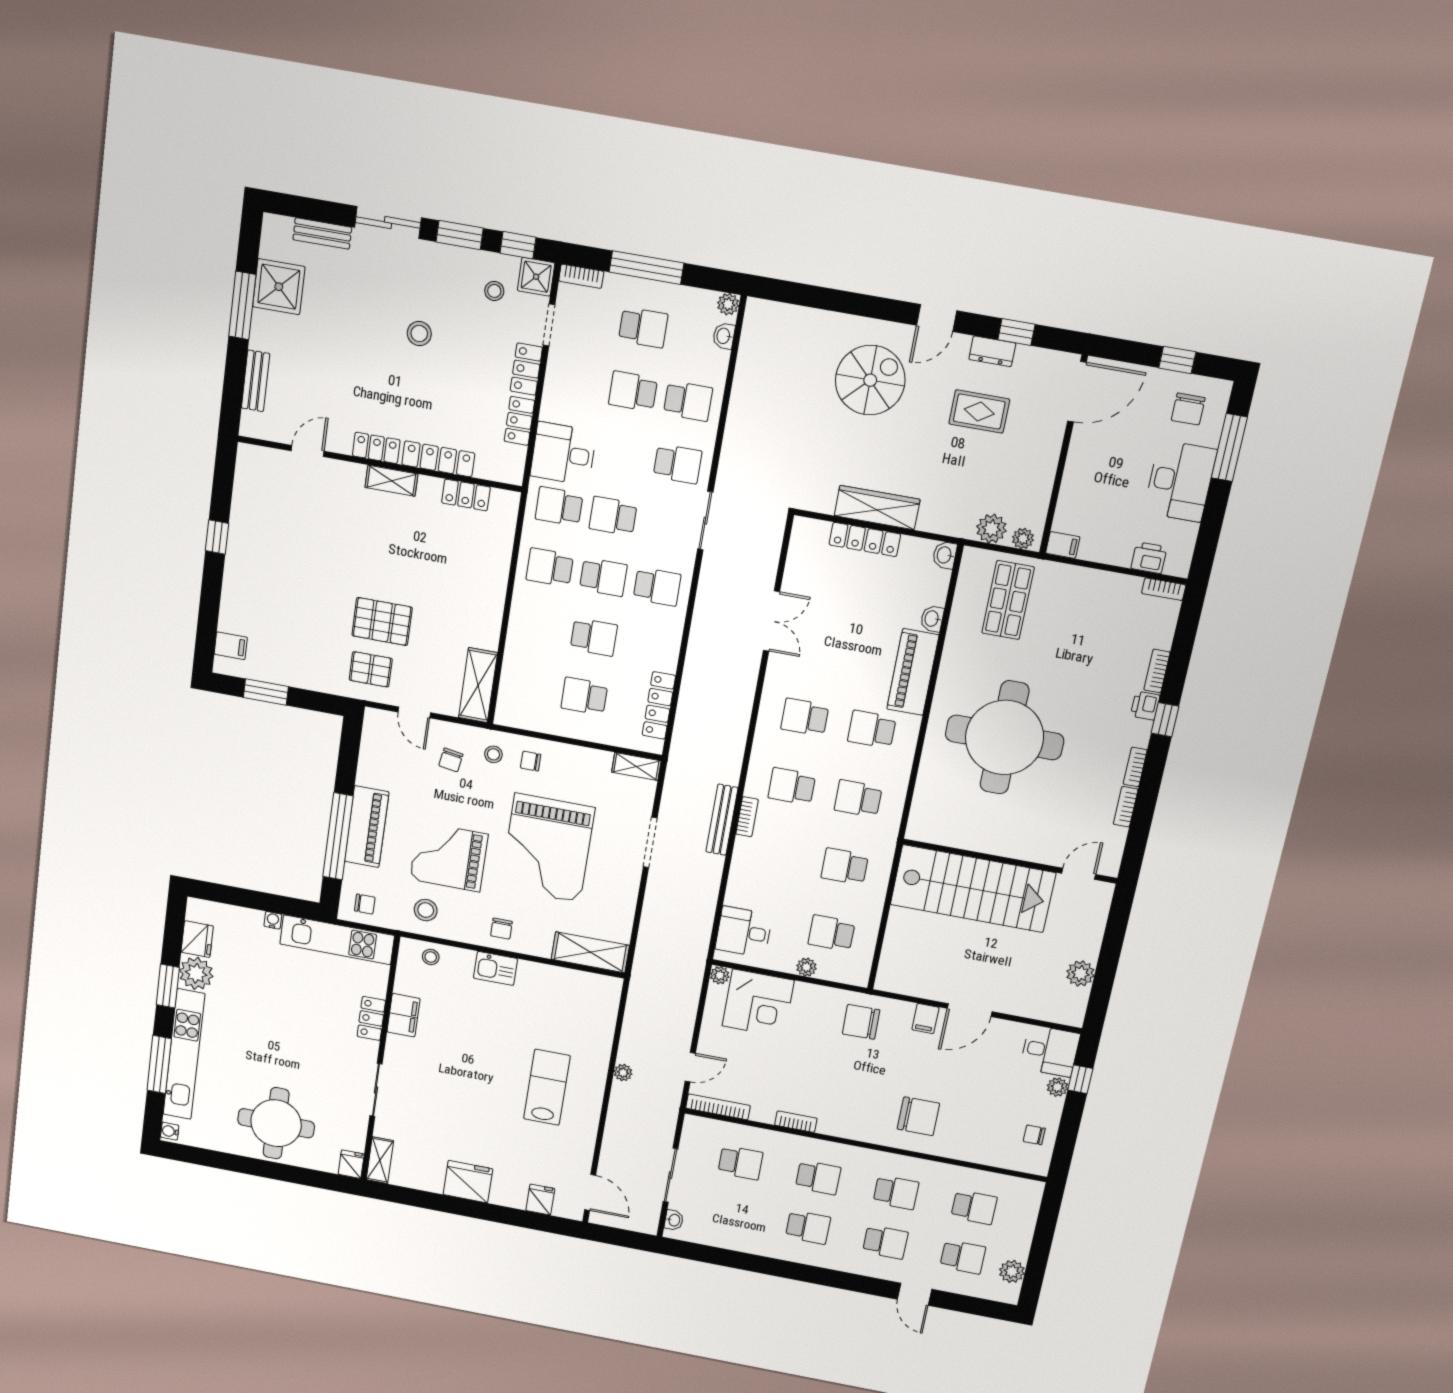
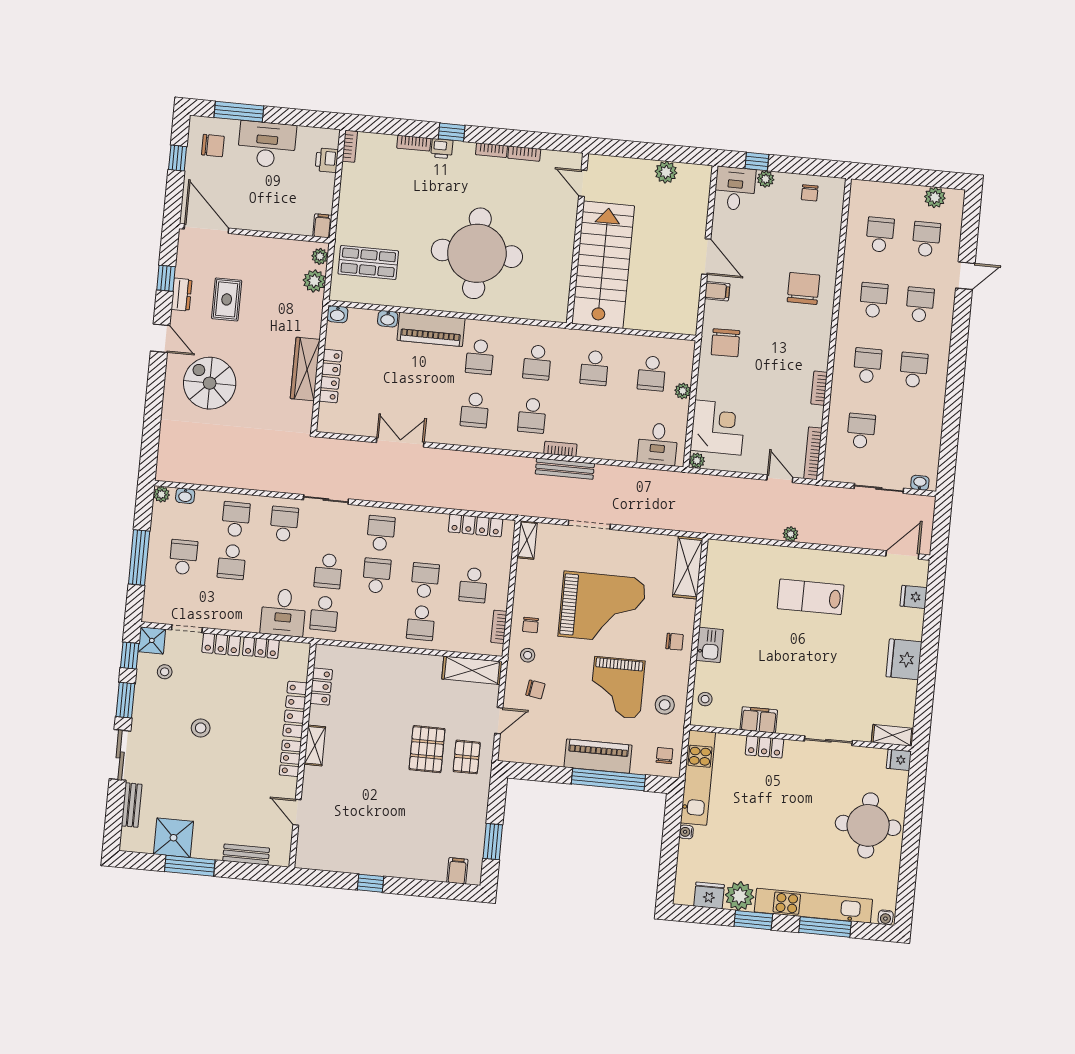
bookcase: (581, 276) -> (499, 627), moved, turned 180
school desk: (550, 567) -> (421, 623), moved

